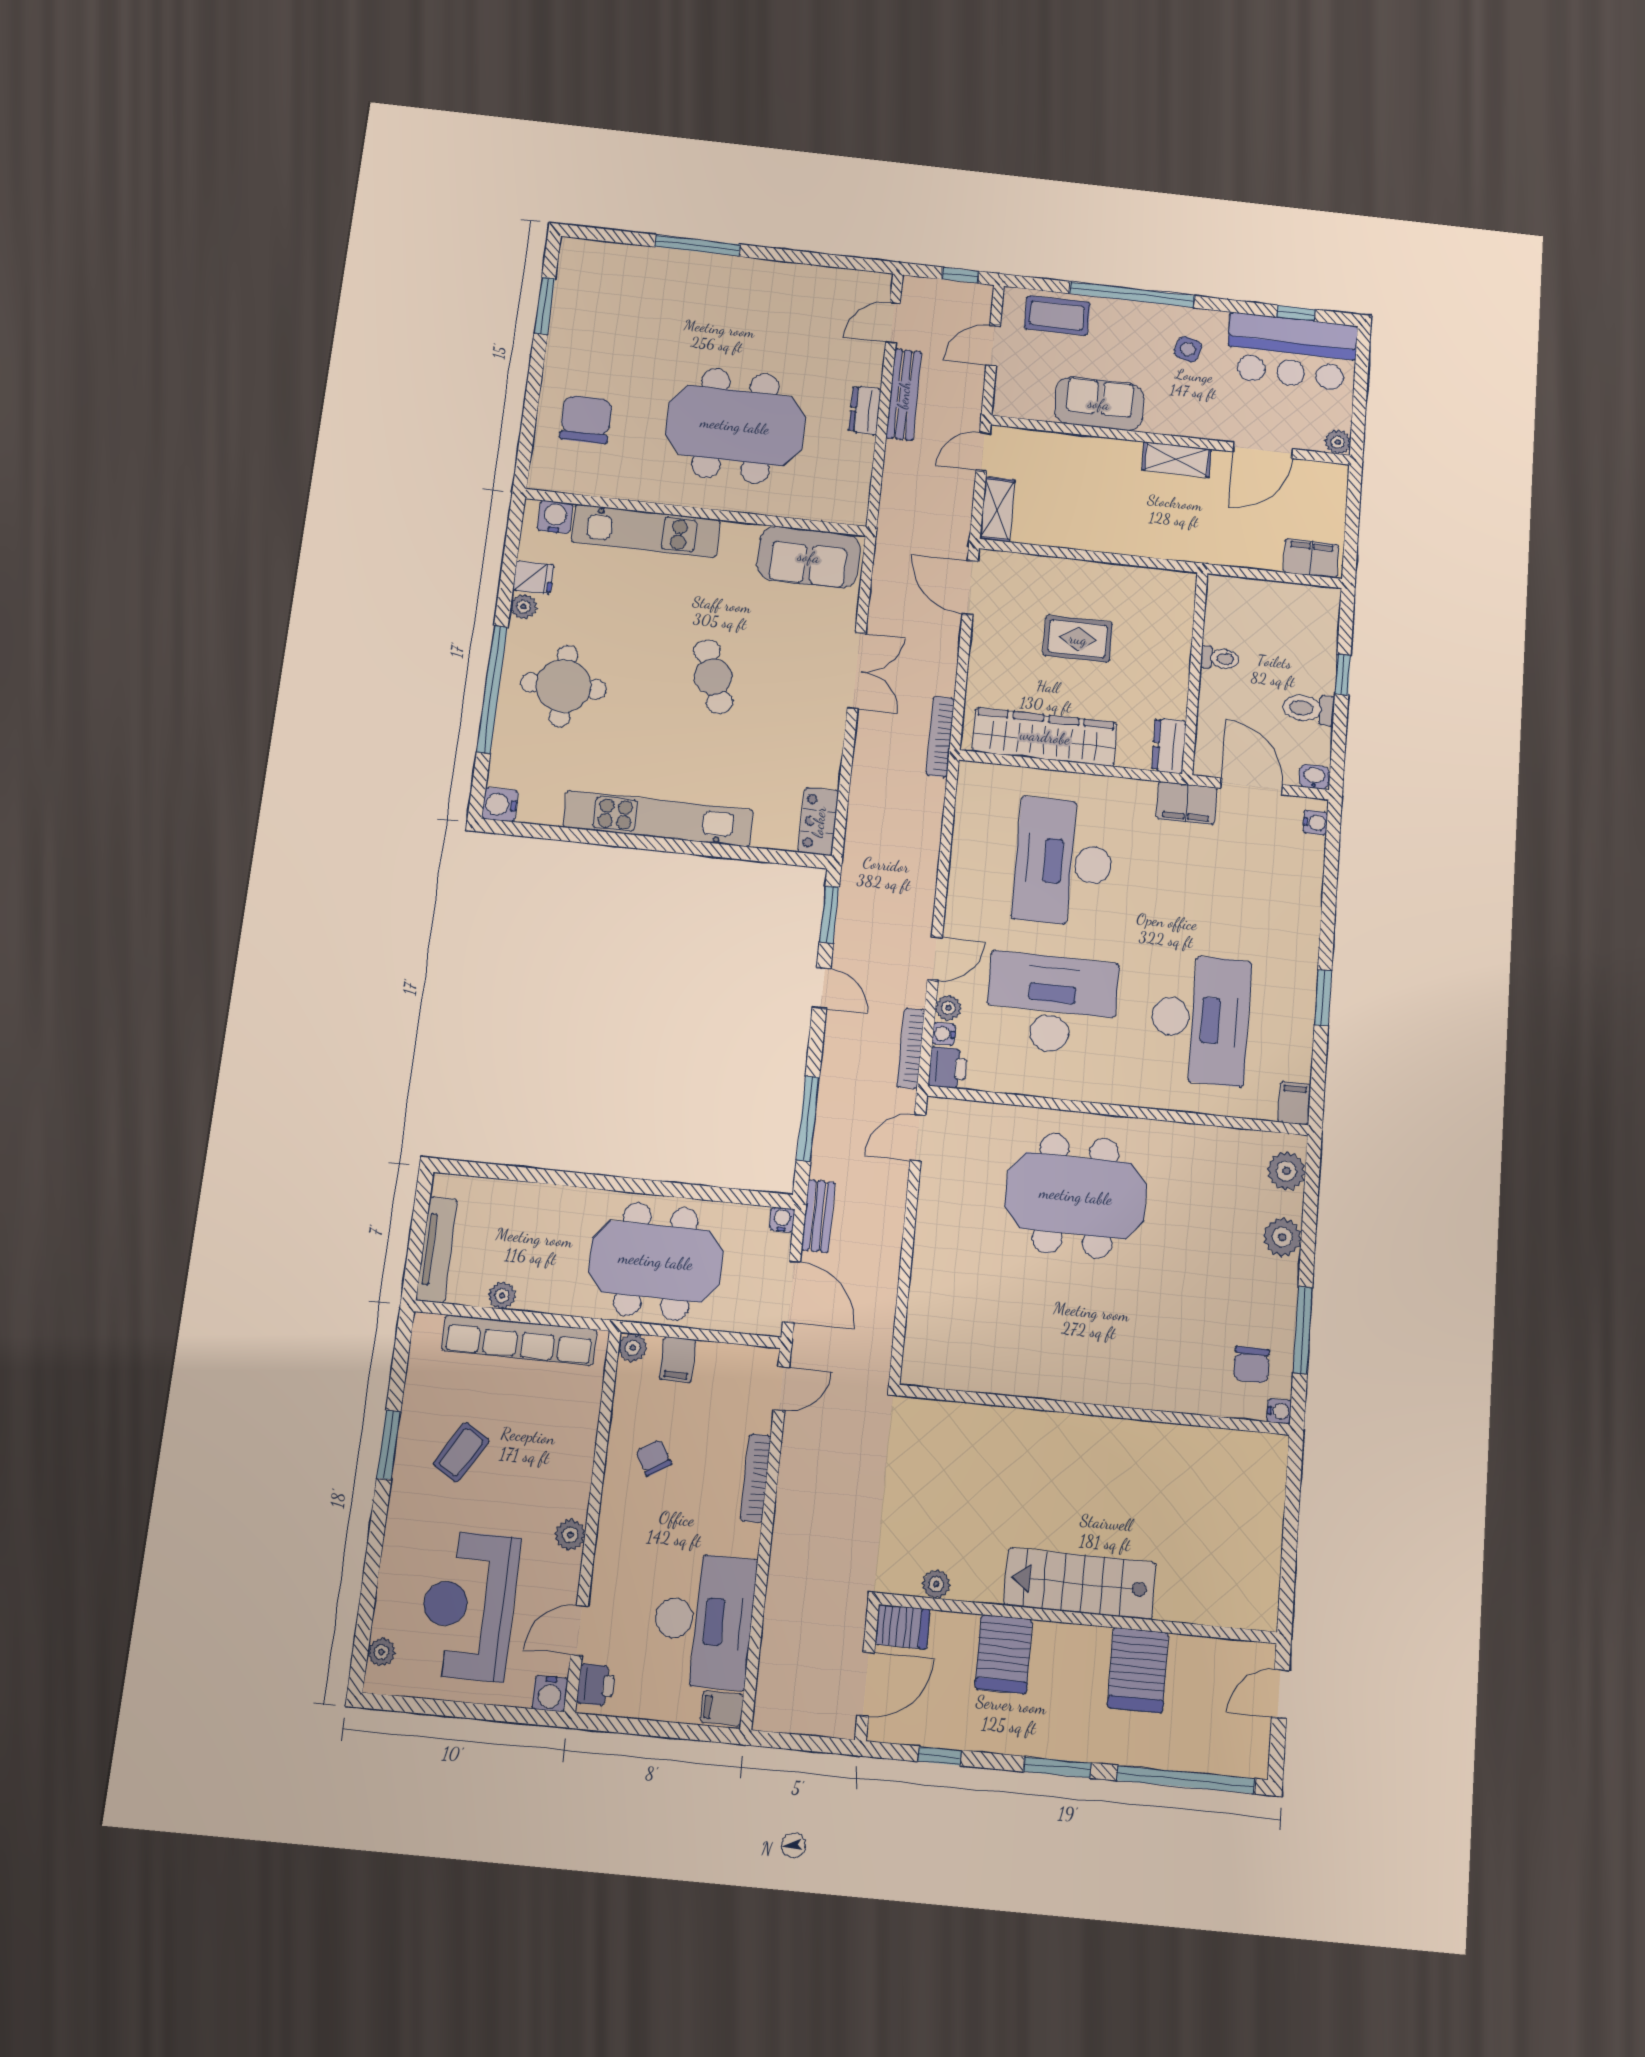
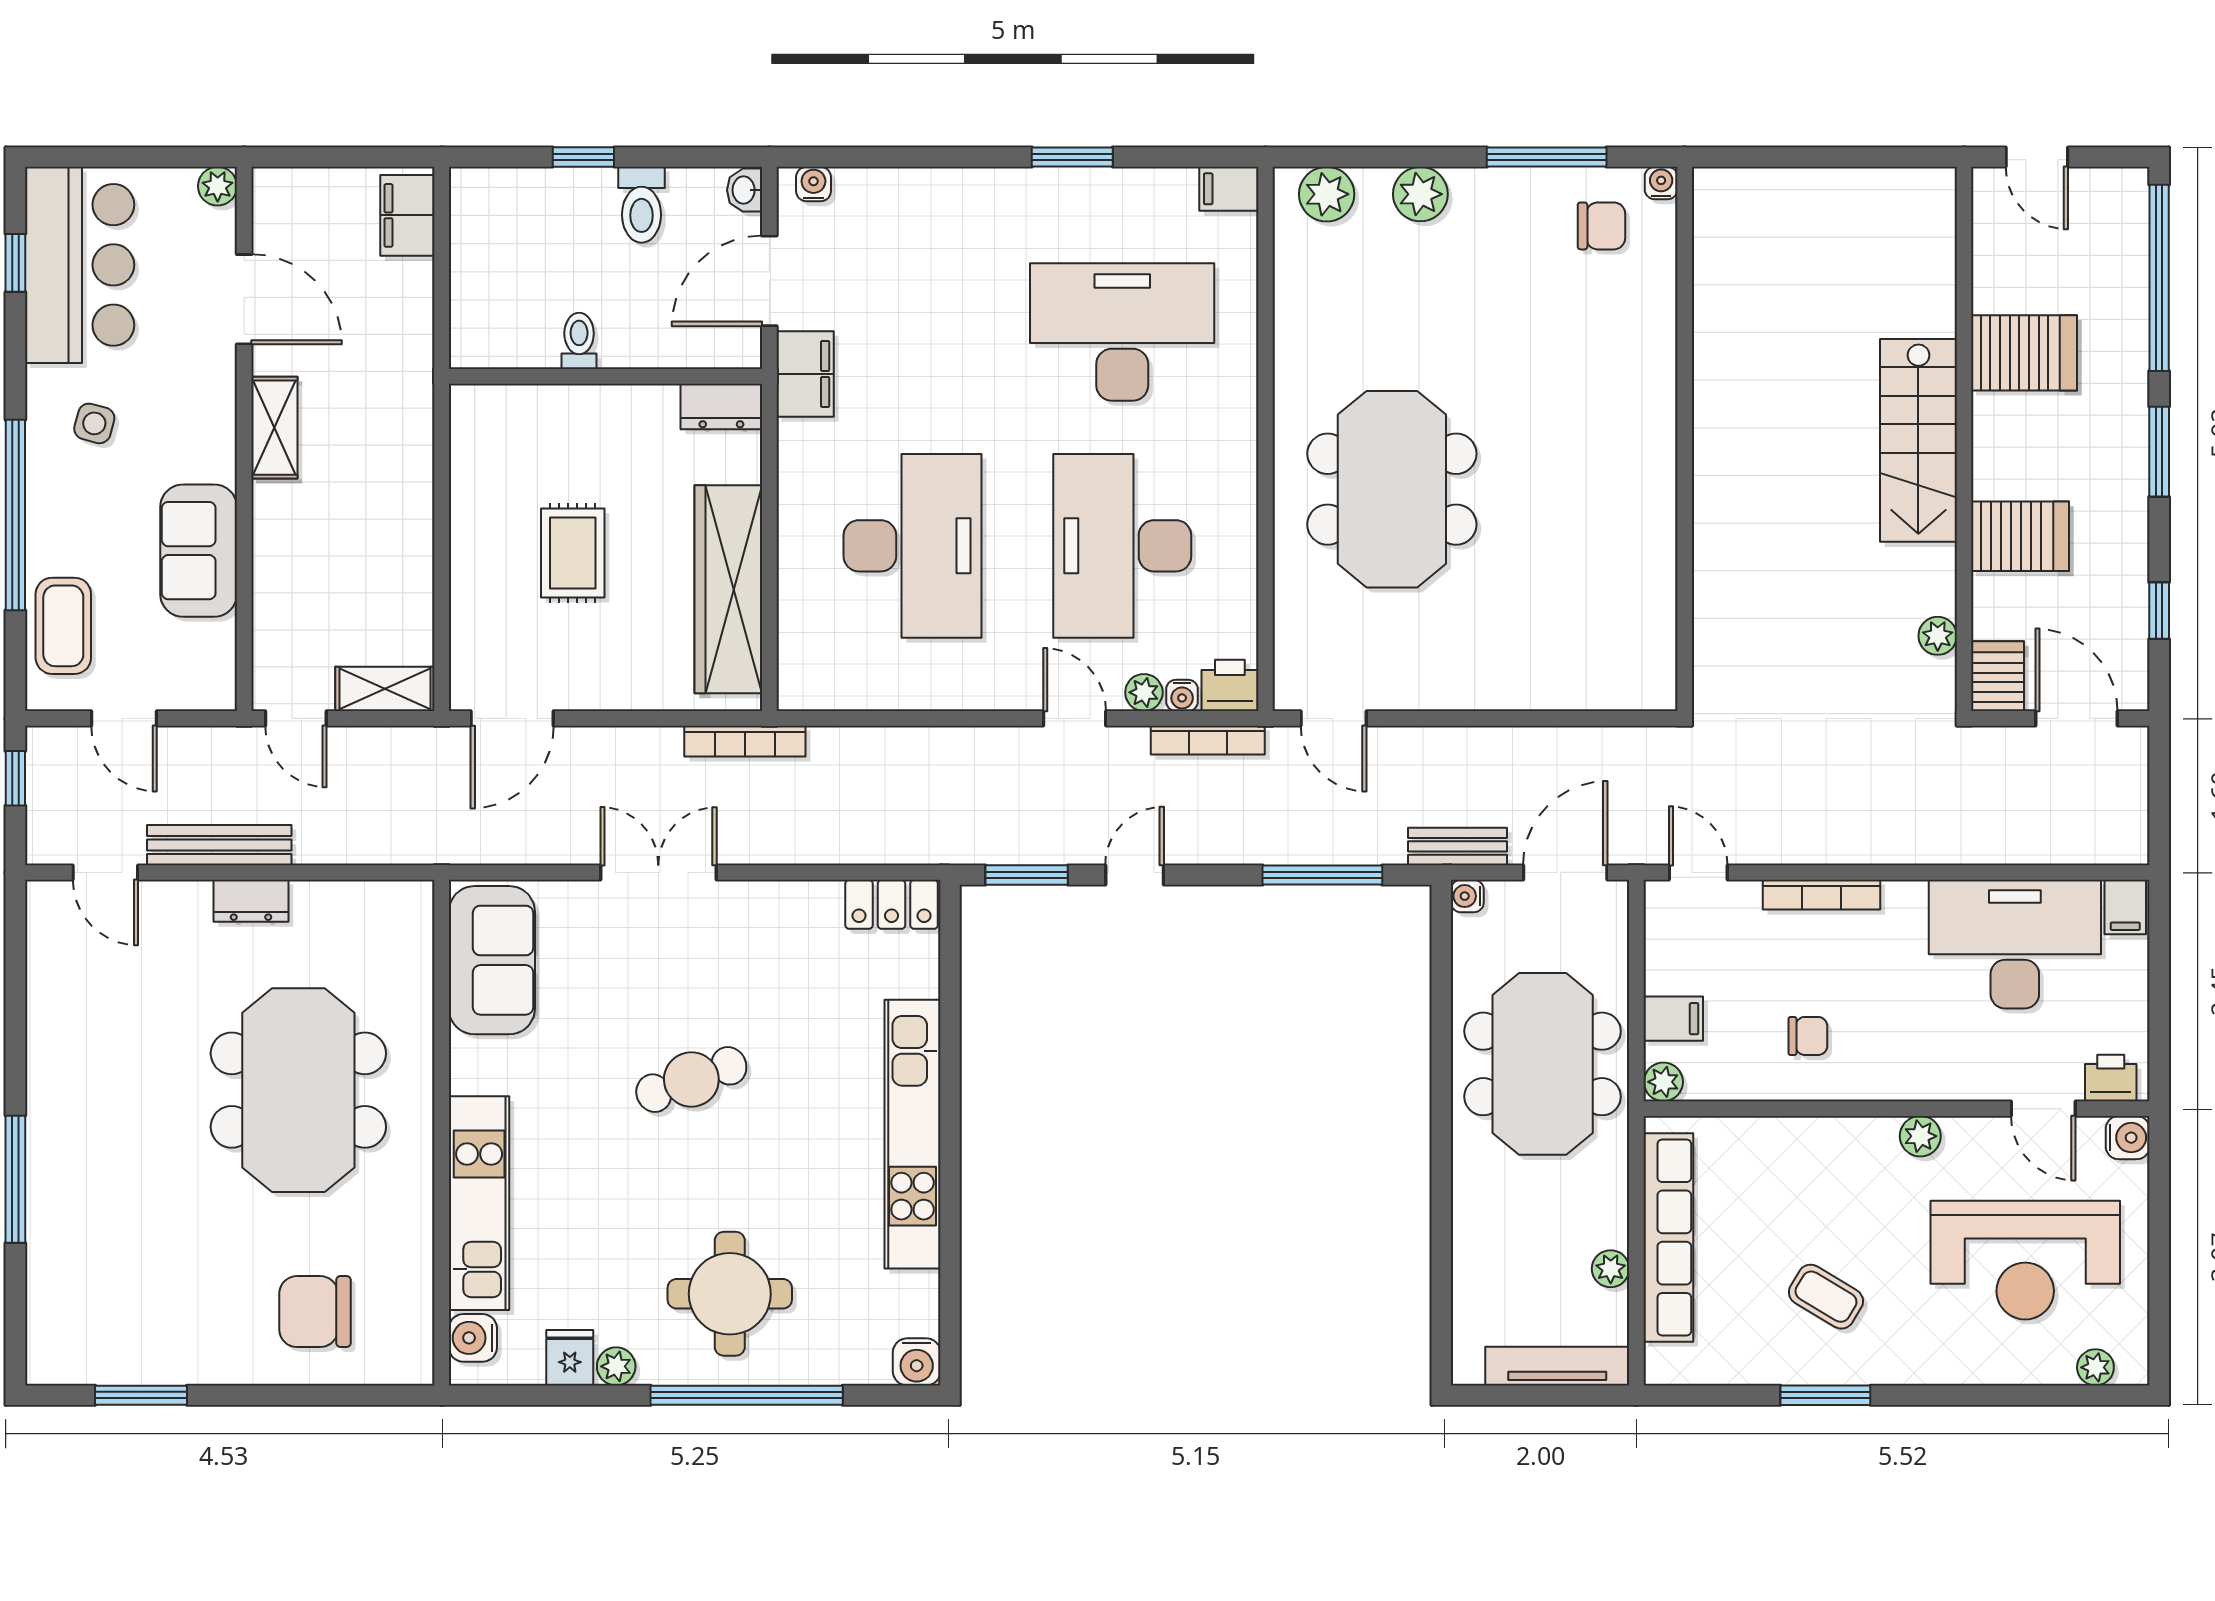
desk: (1064, 862) -> (913, 546), turned -90
chair: (654, 1458) -> (1808, 1036), turned -148

